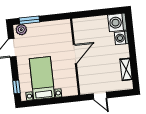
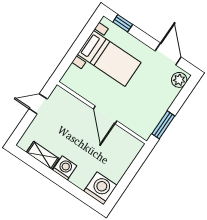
window: (29, 20) -> (163, 125), moved
washing machine: (121, 38) -> (65, 168), moved

